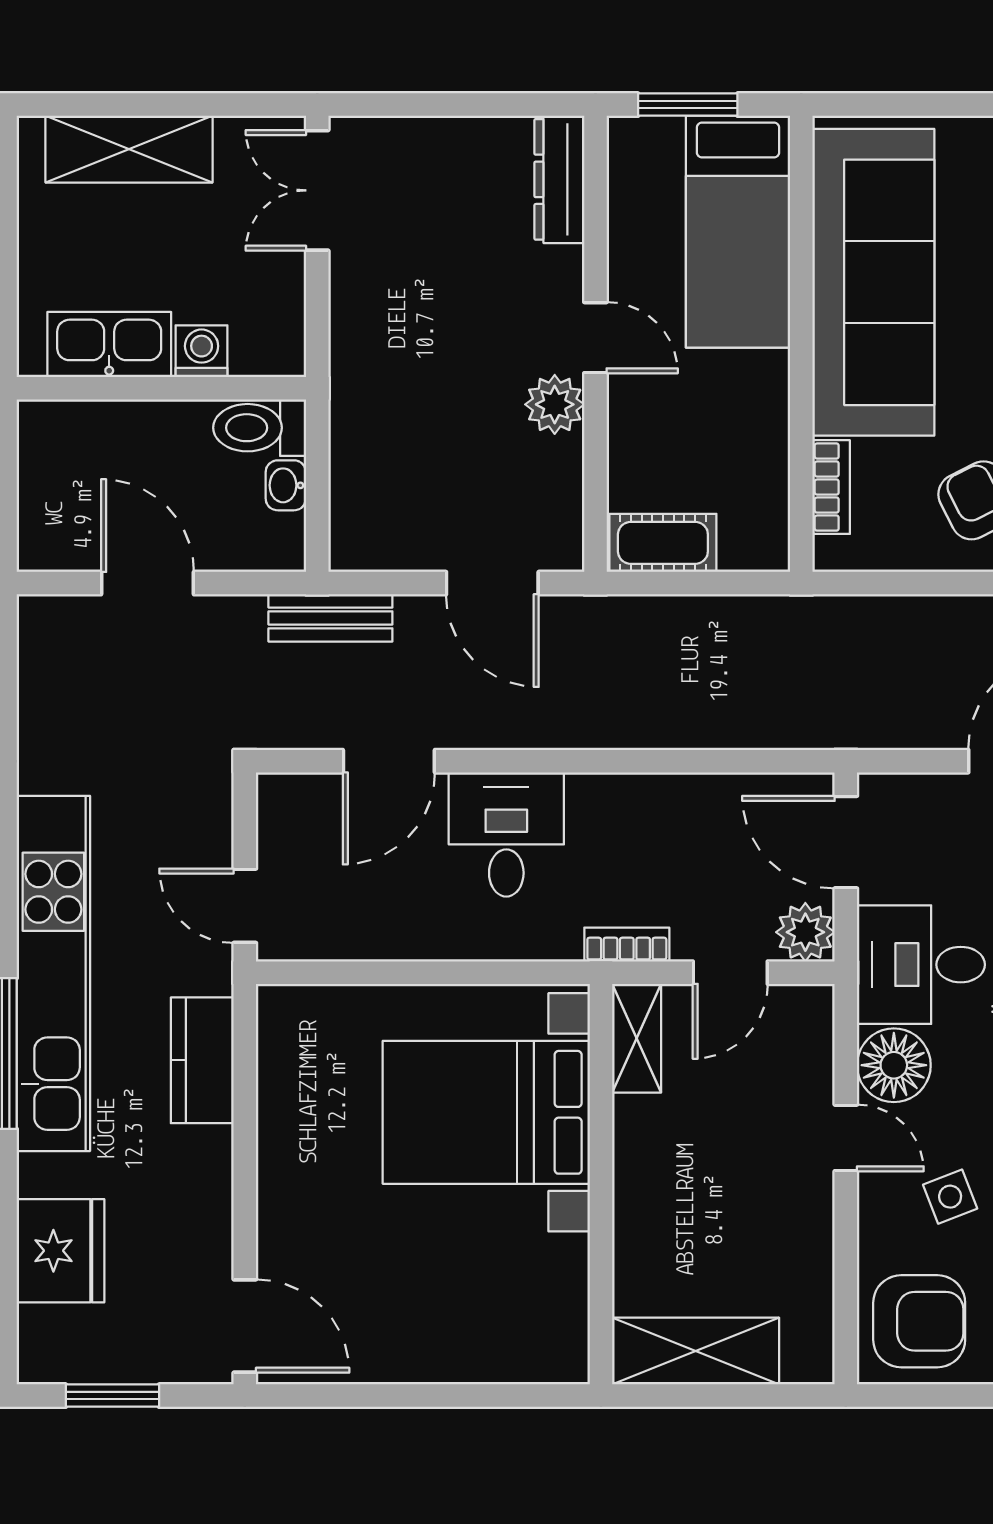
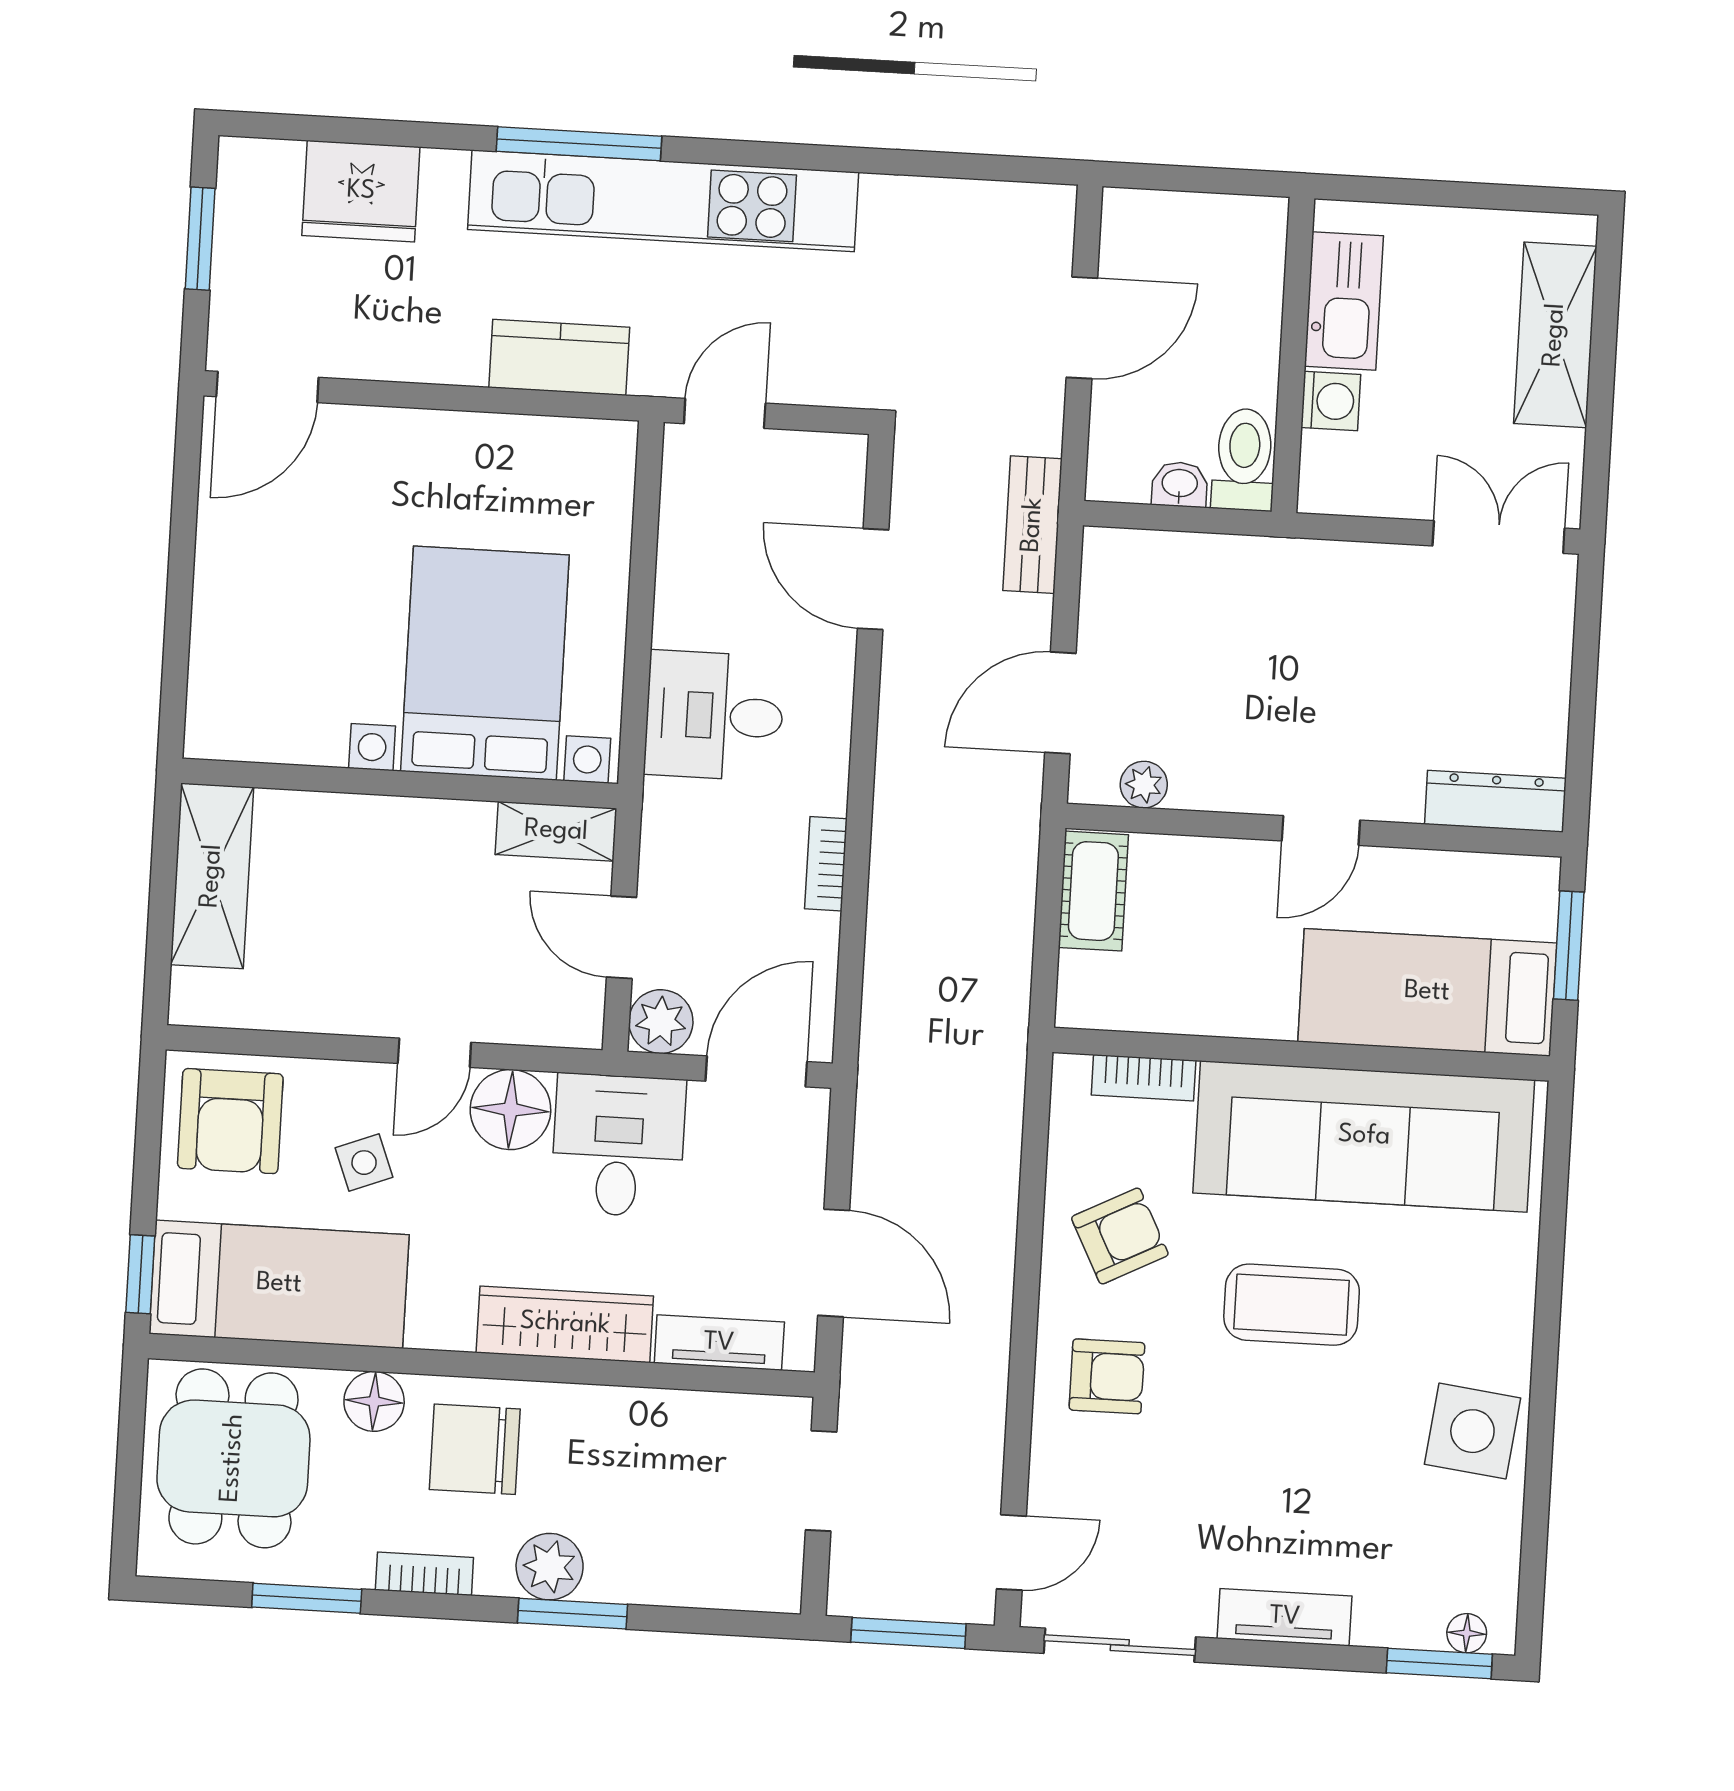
plant: (555, 404) -> (1144, 785), moved, width x0.73, depth x0.73
desk: (506, 834) -> (714, 716), moved, turned 180
bookcase: (627, 945) -> (826, 864), moved, turned 180

